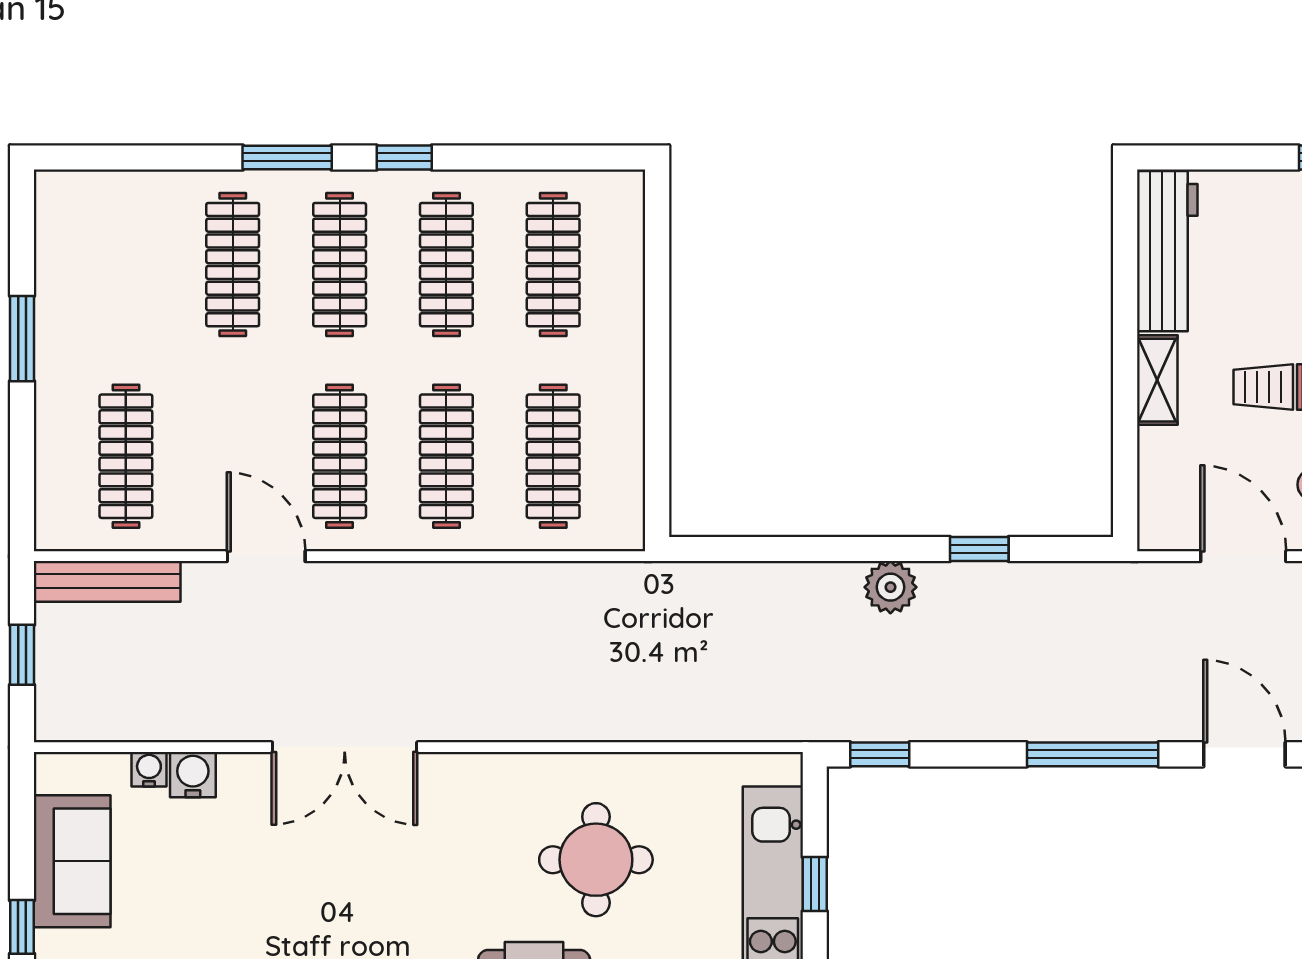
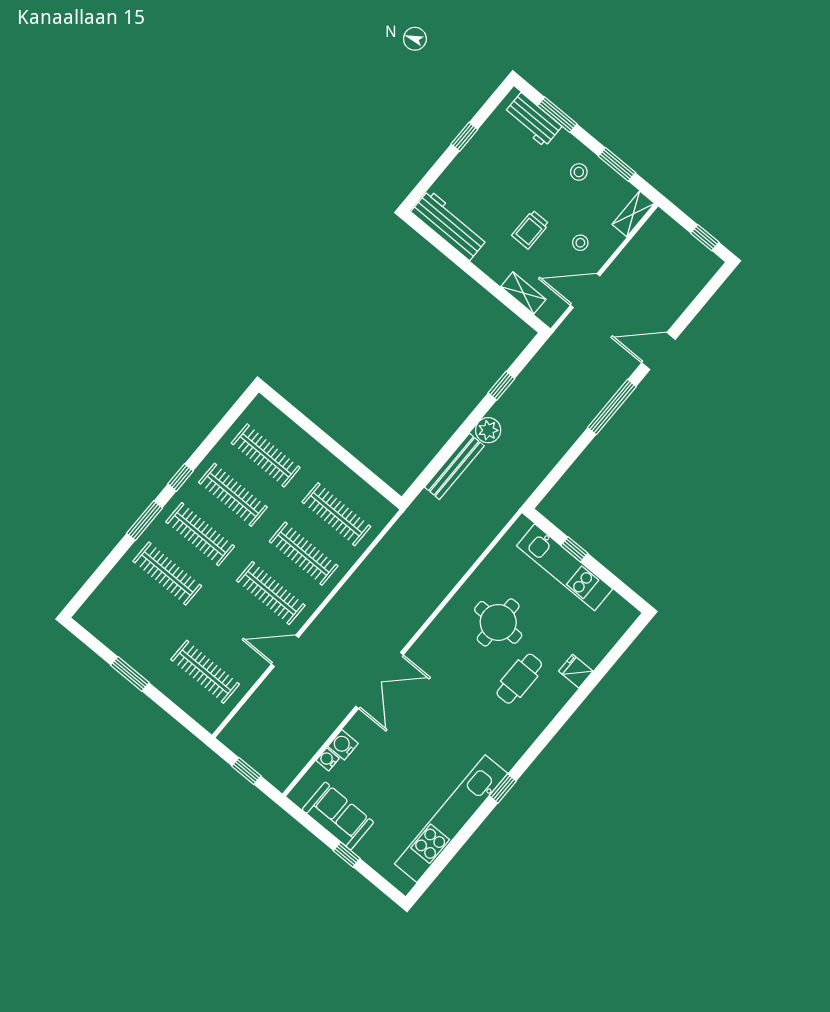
shelving: (1157, 380) -> (523, 293), moved
bench: (107, 581) -> (454, 466), moved
window: (880, 754) -> (546, 485), removed

